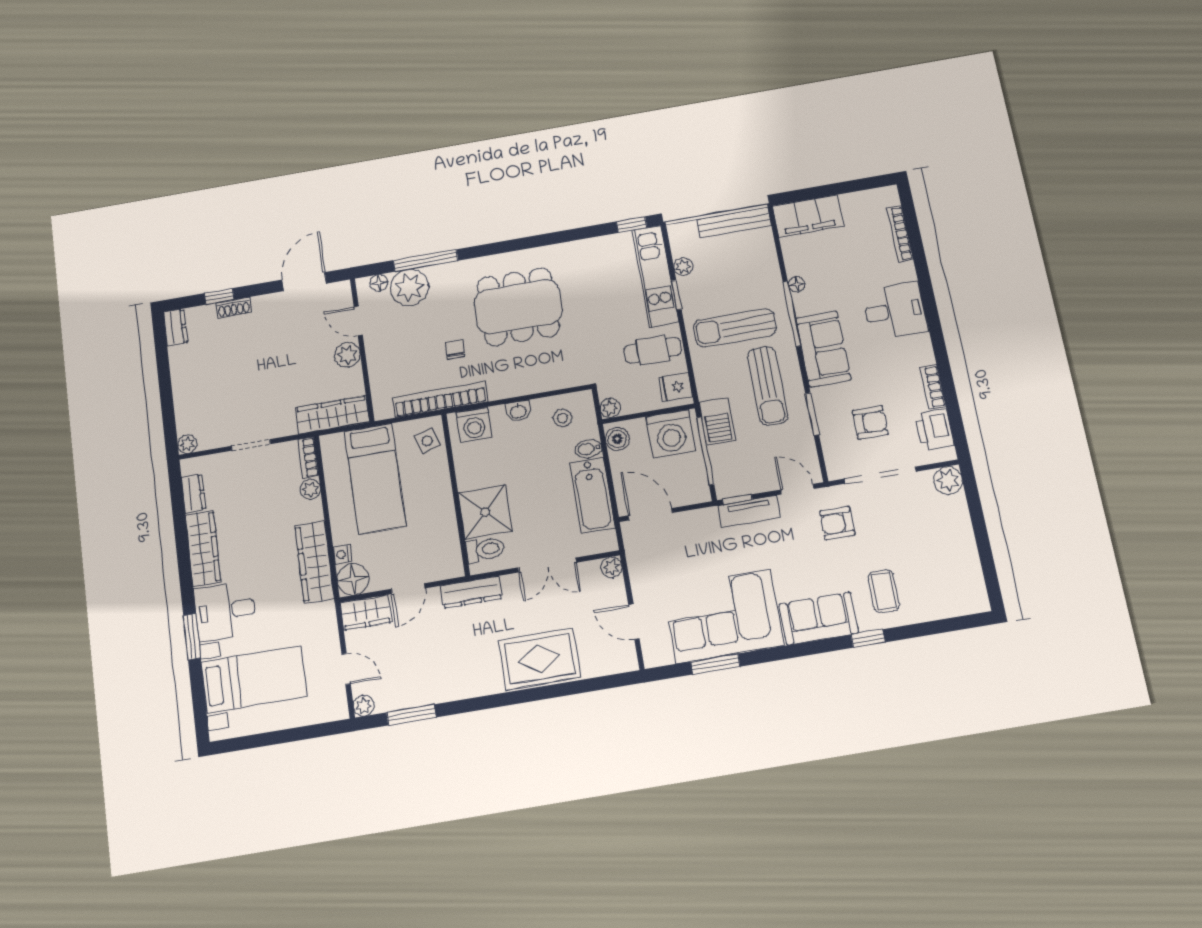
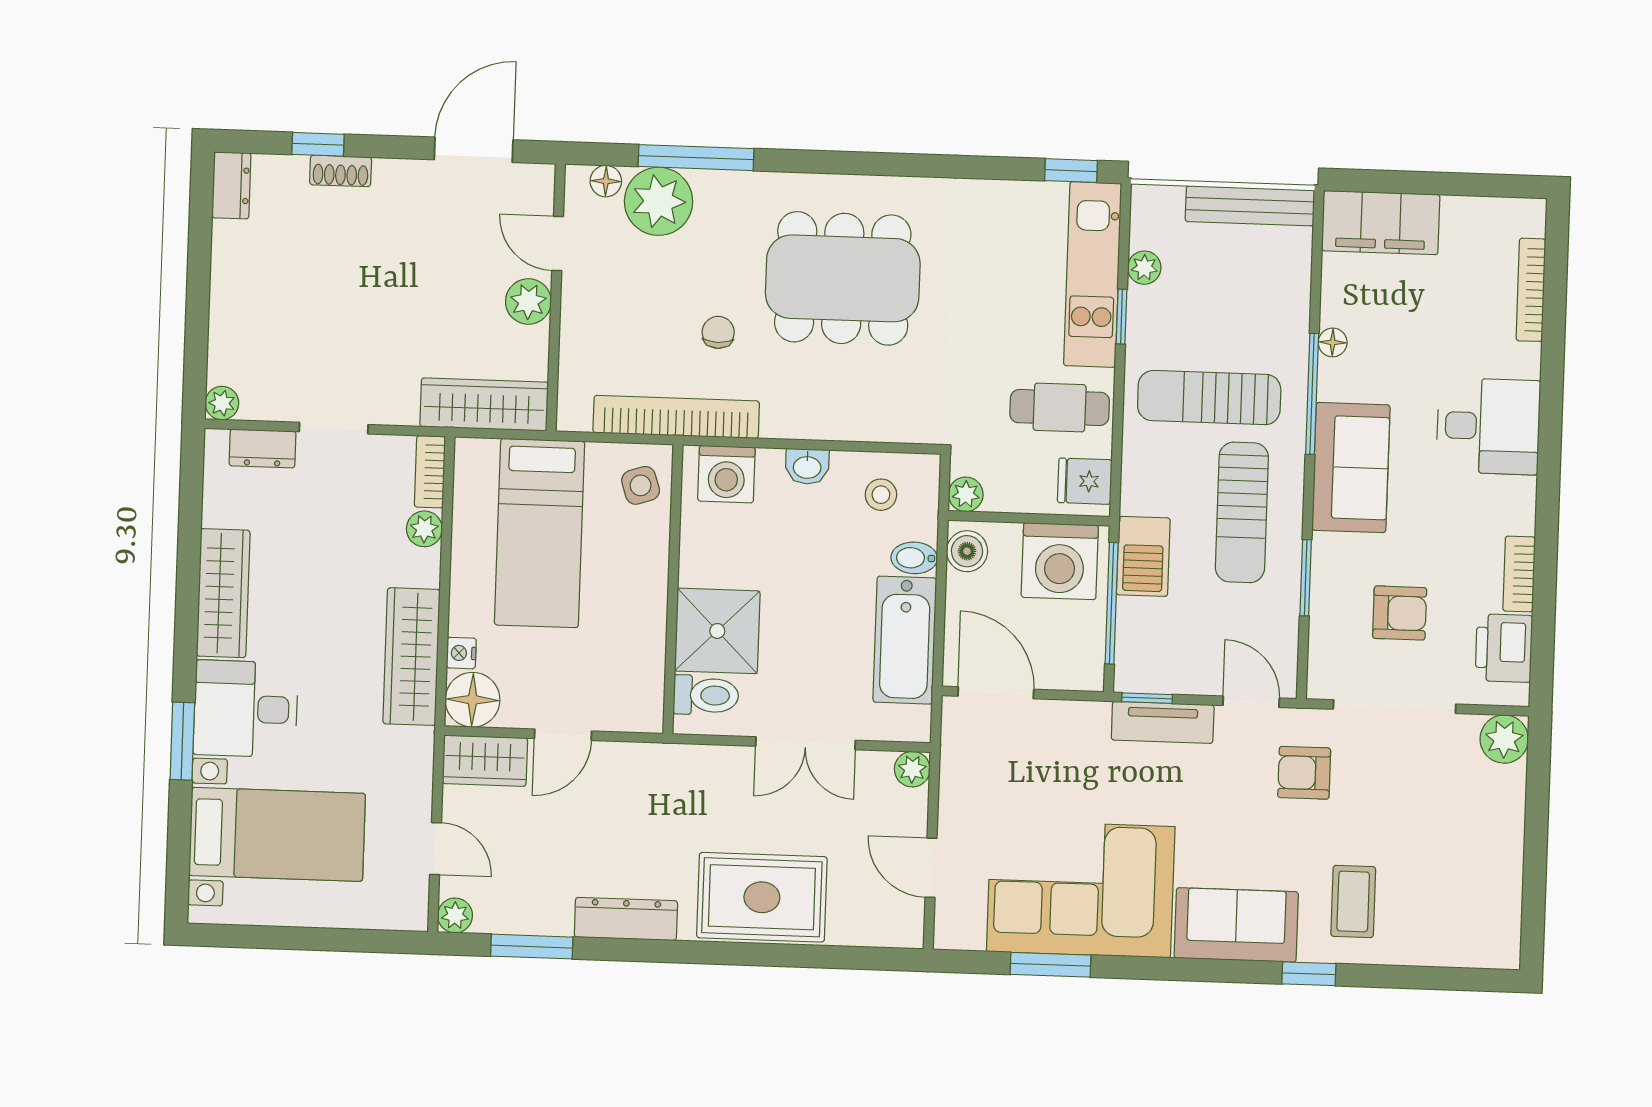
dresser: (193, 493) -> (263, 448), moved, turned 90
dresser: (471, 592) -> (626, 919), moved, turned 180

